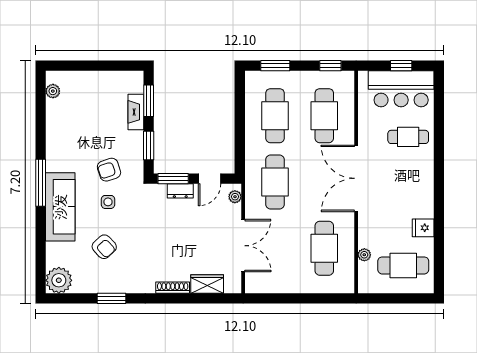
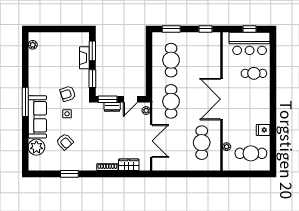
cafe table: (324, 116) -> (202, 60), removed
plant: (59, 280) -> (36, 147), moved

